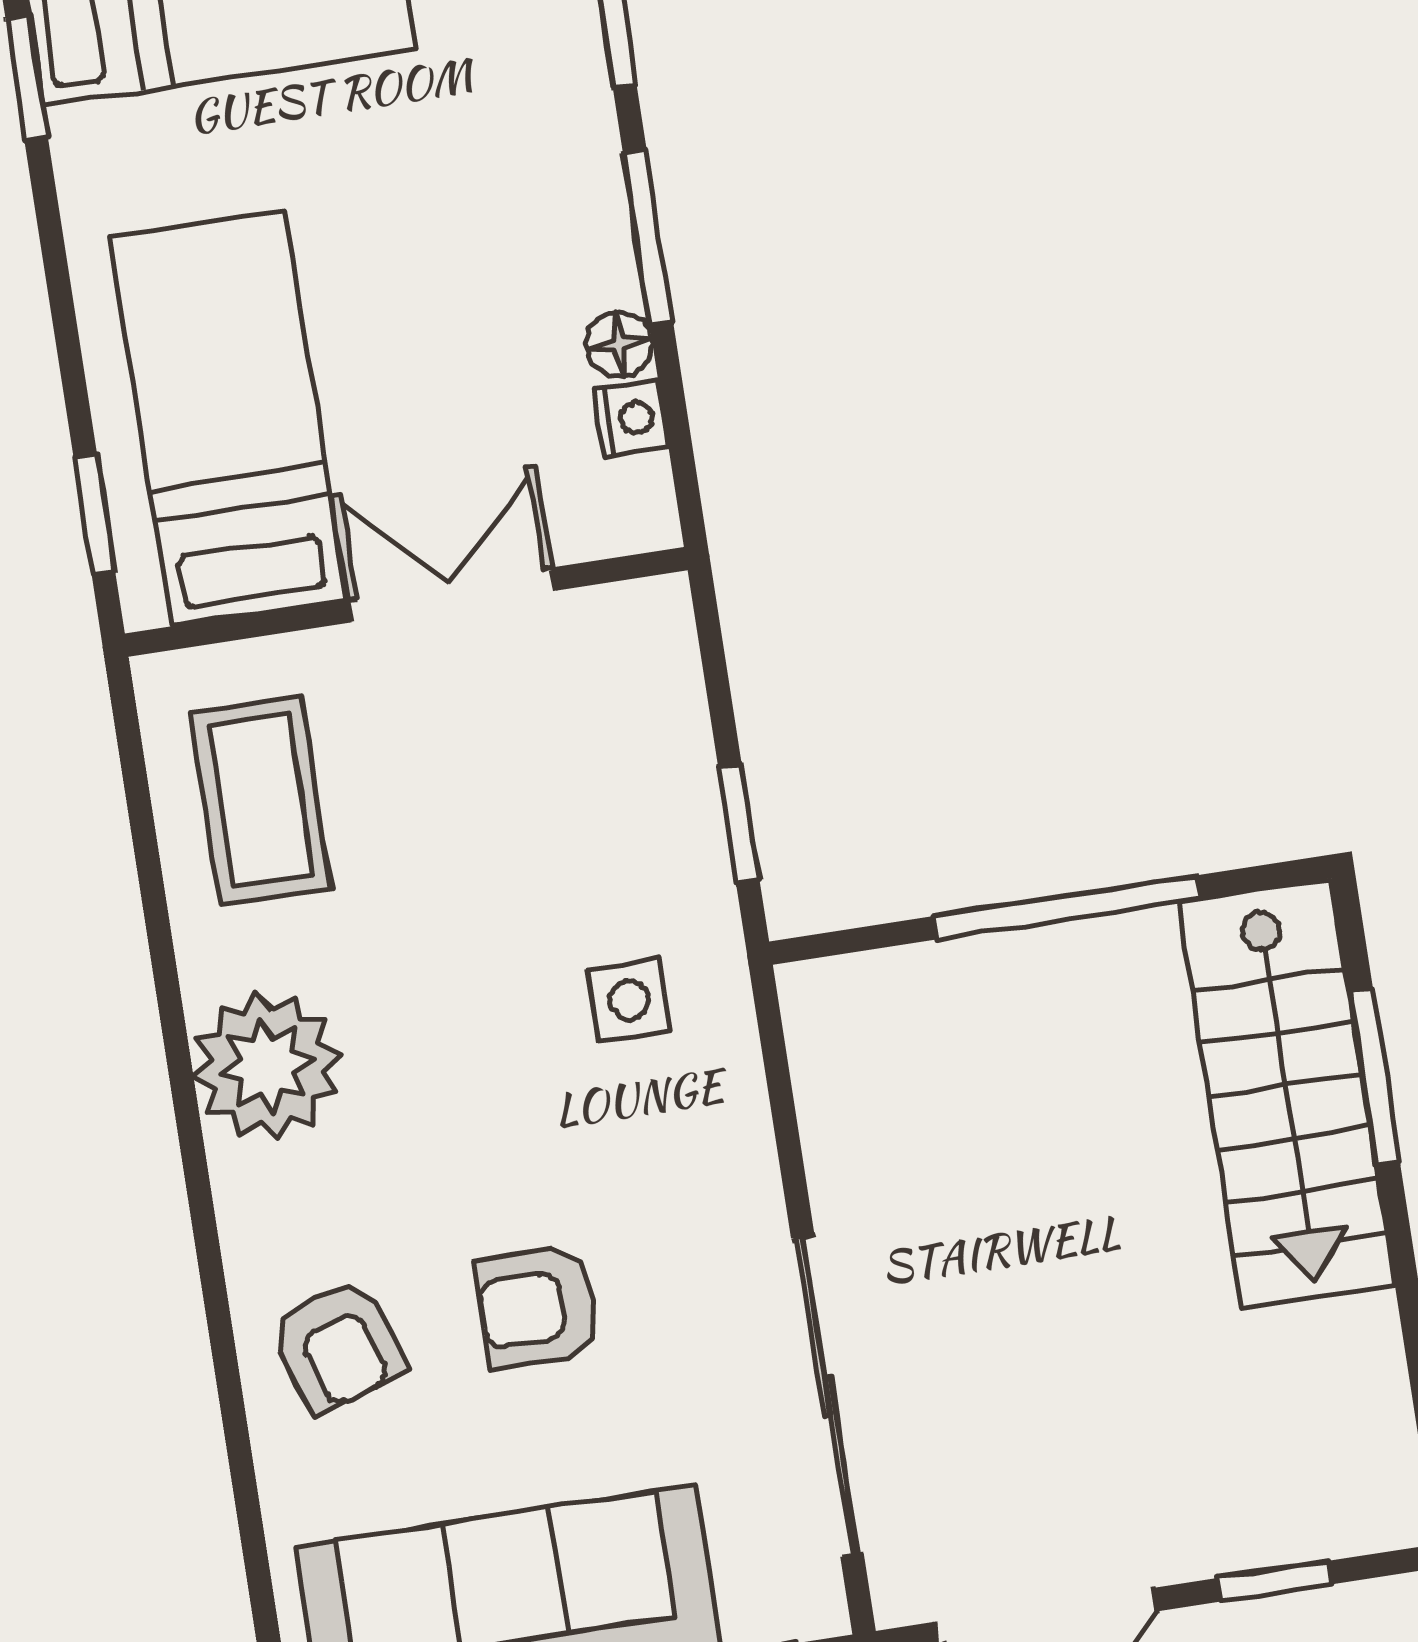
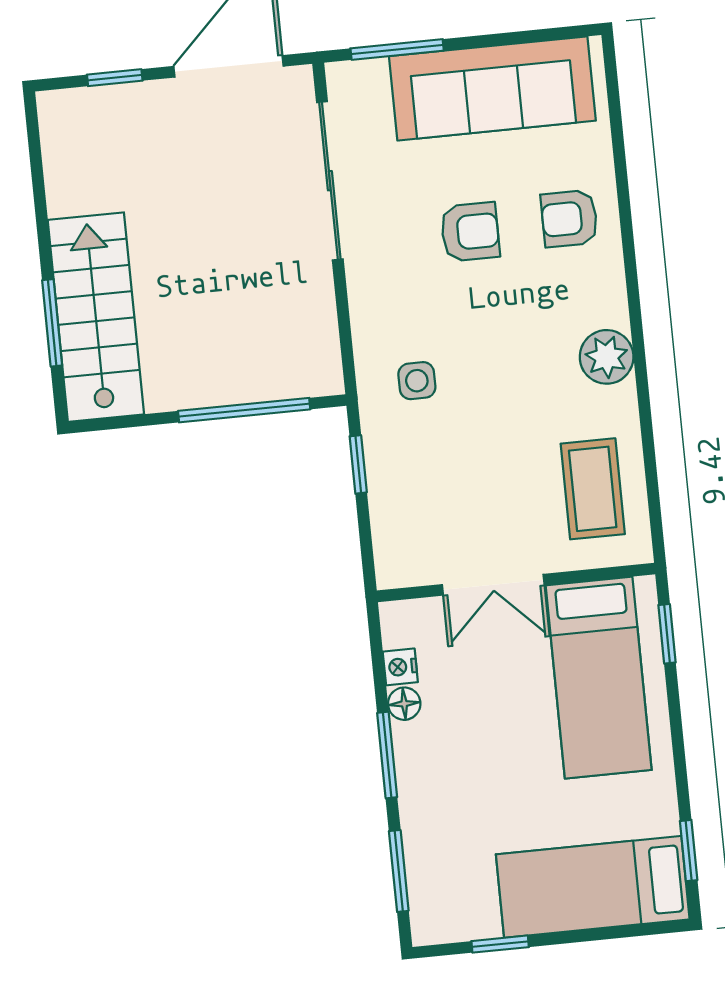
window: (1067, 907) -> (244, 410), moved
plant: (267, 1066) -> (607, 357), width x0.73, depth x0.73
armchair: (338, 1345) -> (569, 219), turned -72

